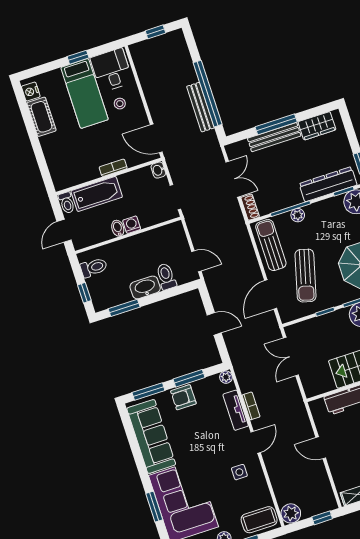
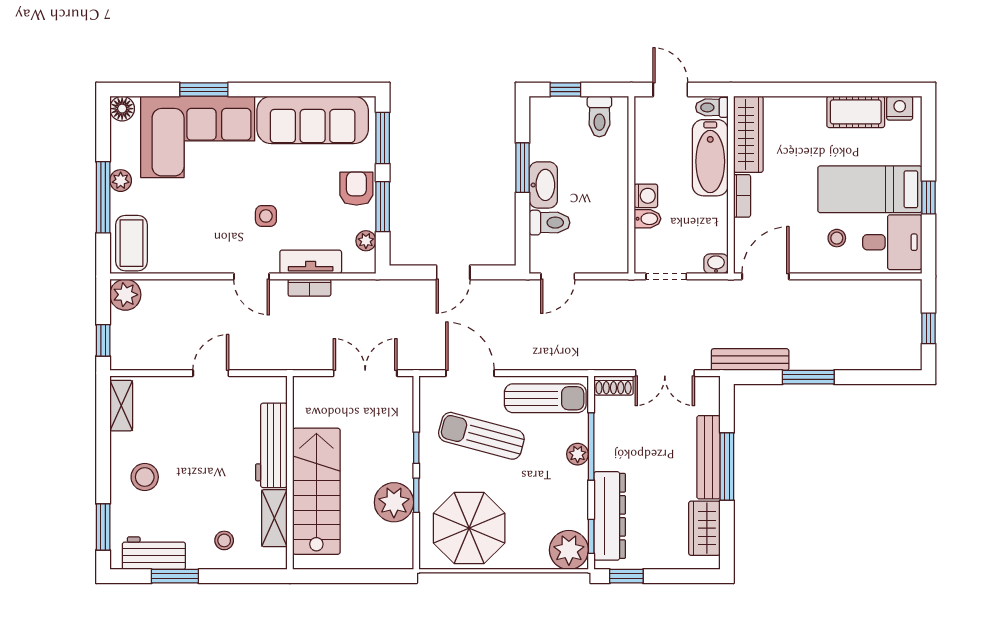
window: (208, 94) -> (808, 377), width x0.47
bench: (200, 107) -> (750, 360), moved
wardrobe: (76, 176) -> (748, 134), added
bidet: (118, 228) -> (647, 219), moved
window: (124, 308) -> (523, 168), moved
plant: (226, 377) -> (366, 241), moved
side table: (239, 472) -> (266, 216), moved

